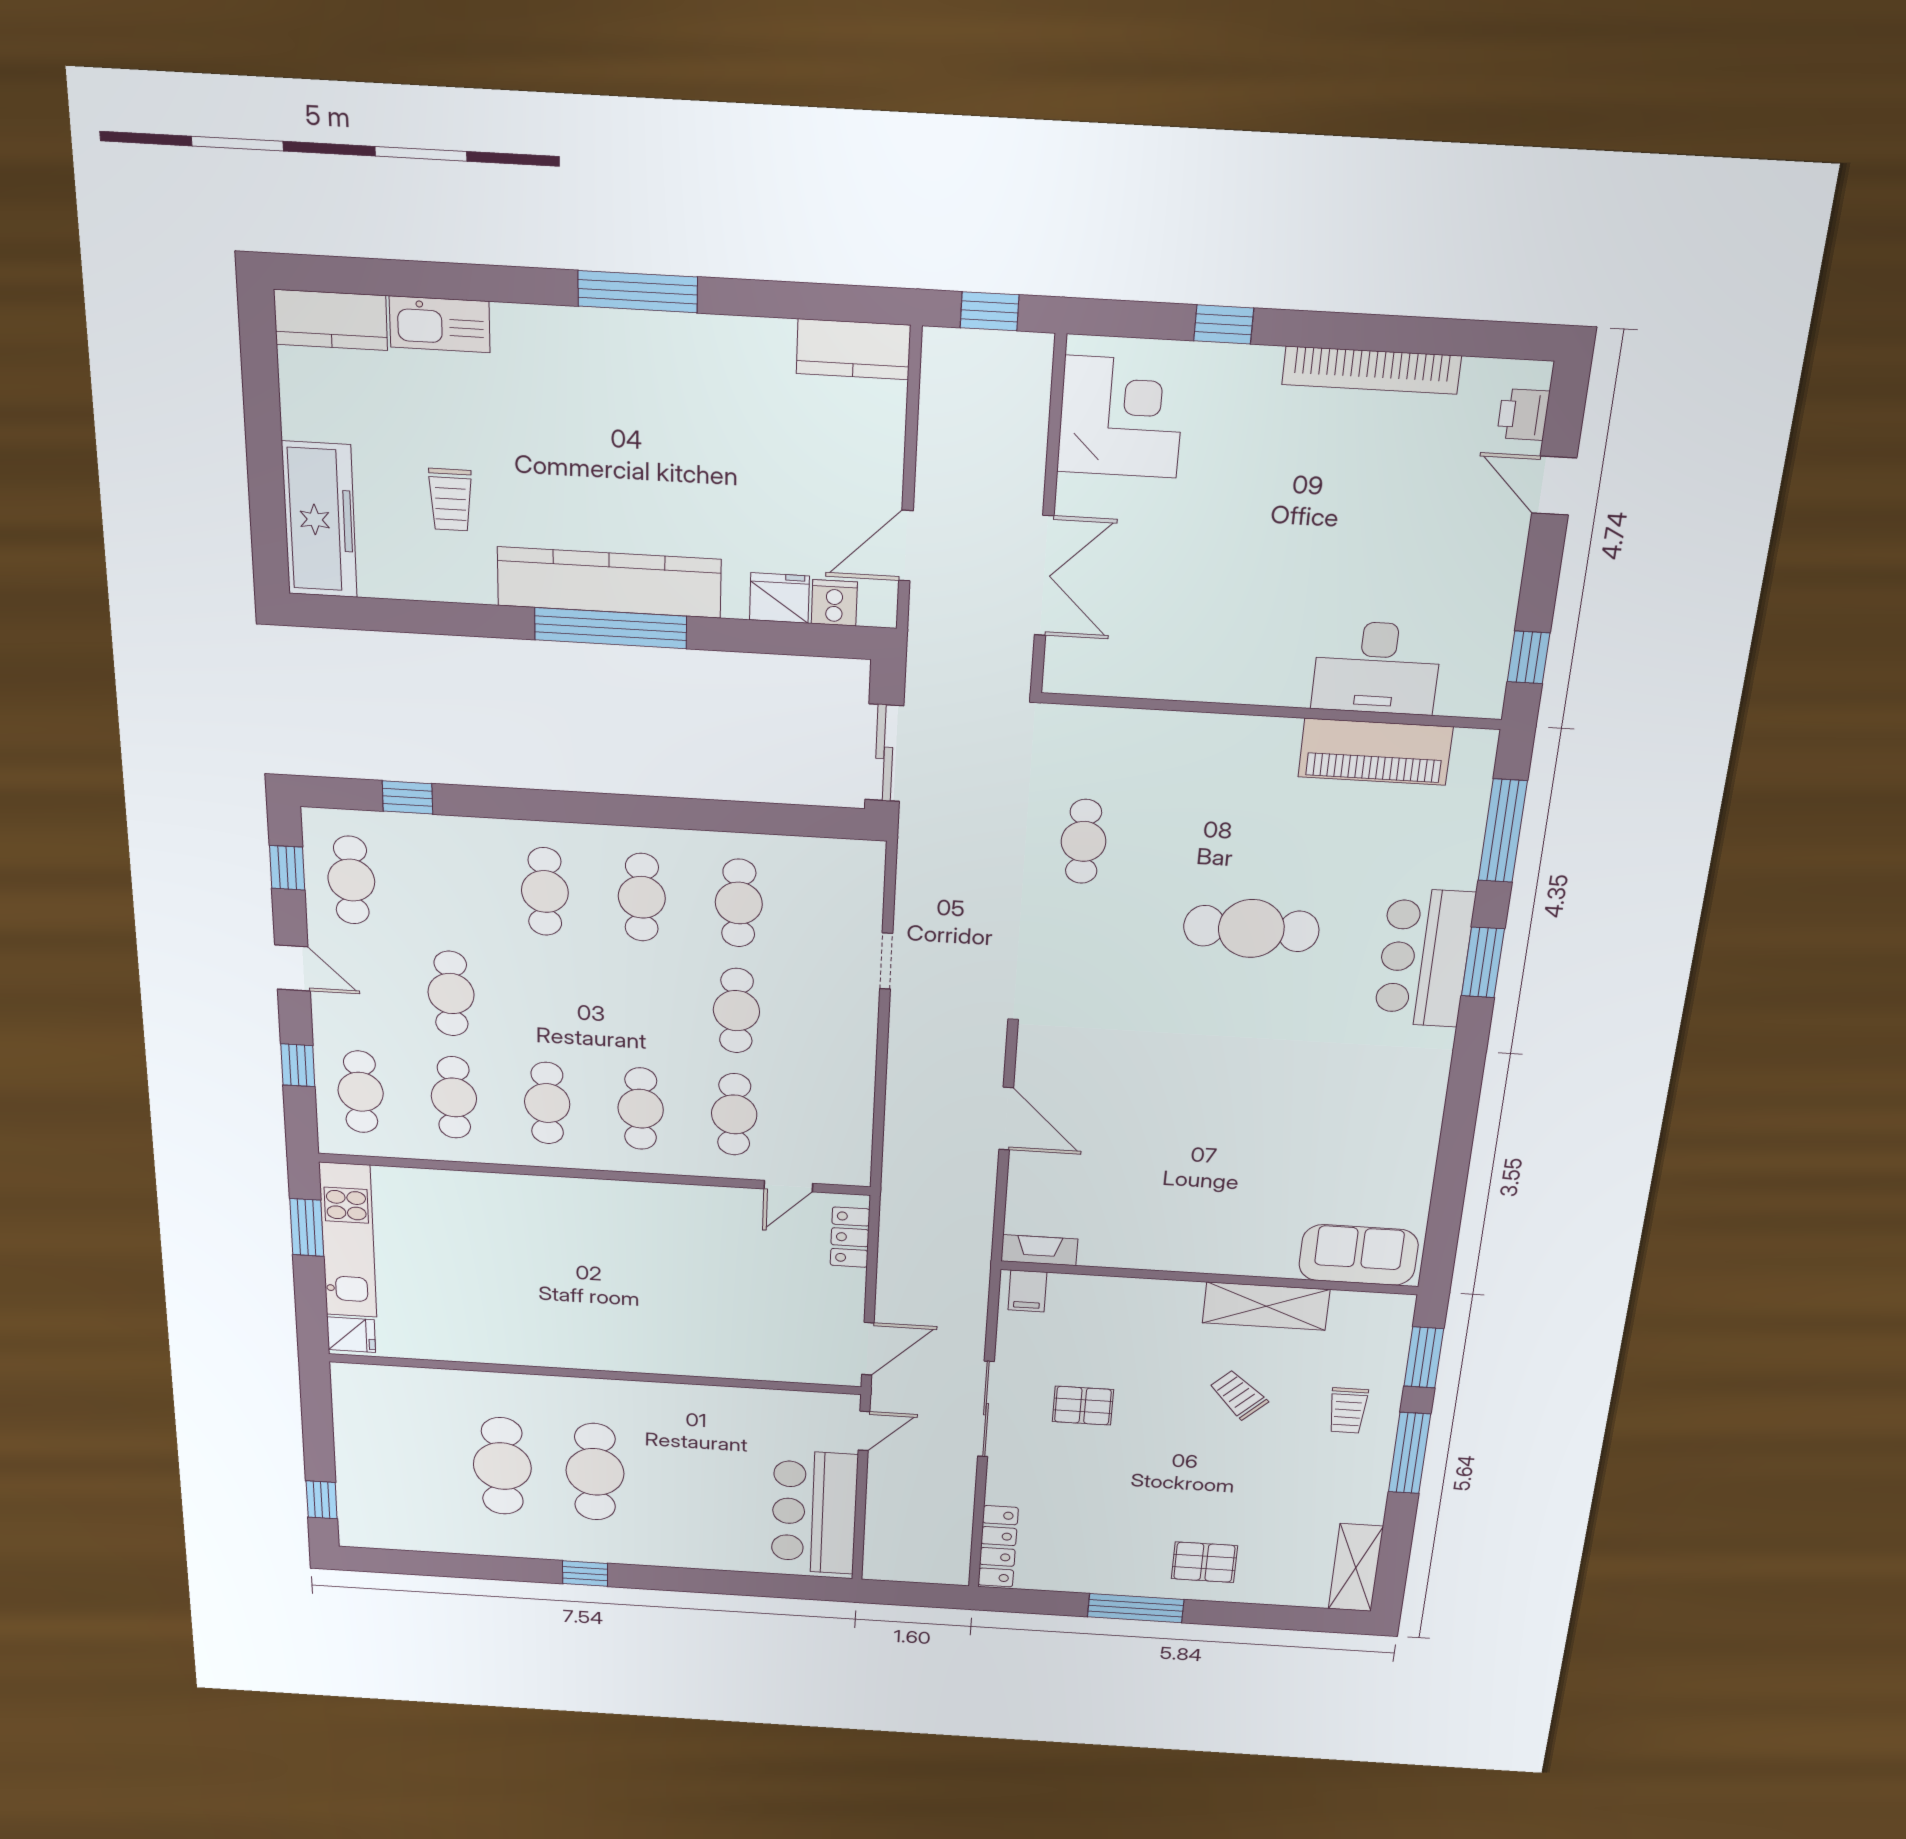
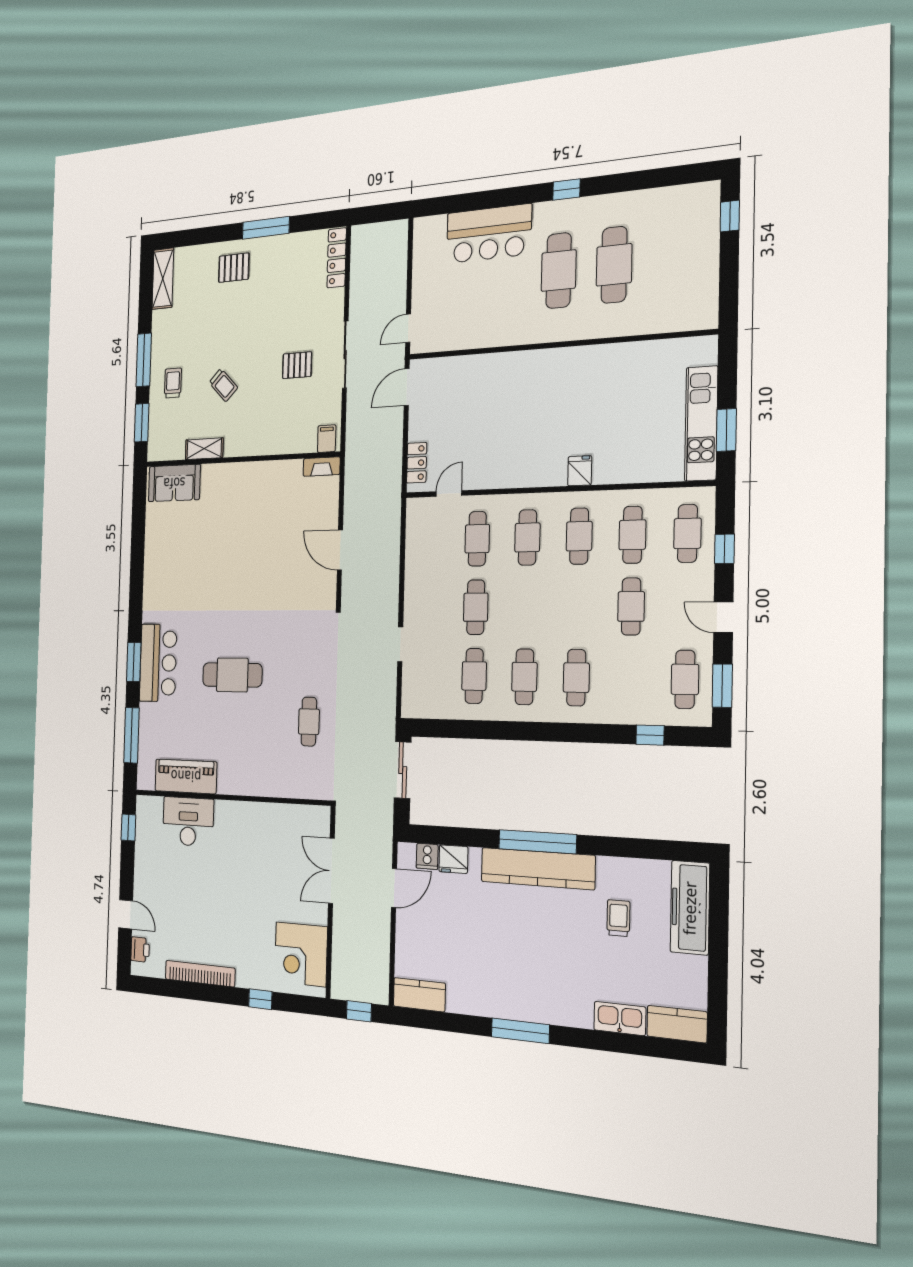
window: (287, 868) -> (722, 686), width x1.50
shelving: (1266, 1306) -> (204, 449), width x0.67, depth x0.75
fridge: (351, 1335) -> (580, 471), moved, turned 90
bar counter: (814, 1512) -> (489, 234), moved, turned 90

